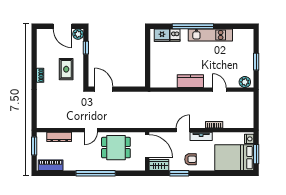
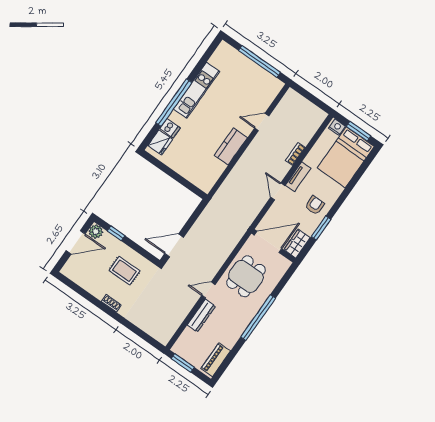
window: (256, 62) -> (259, 61), width x2.11
plant: (245, 82) -> (273, 89), removed
door: (91, 130) -> (209, 290), swing flipped
dresser: (59, 137) -> (201, 316), moved

